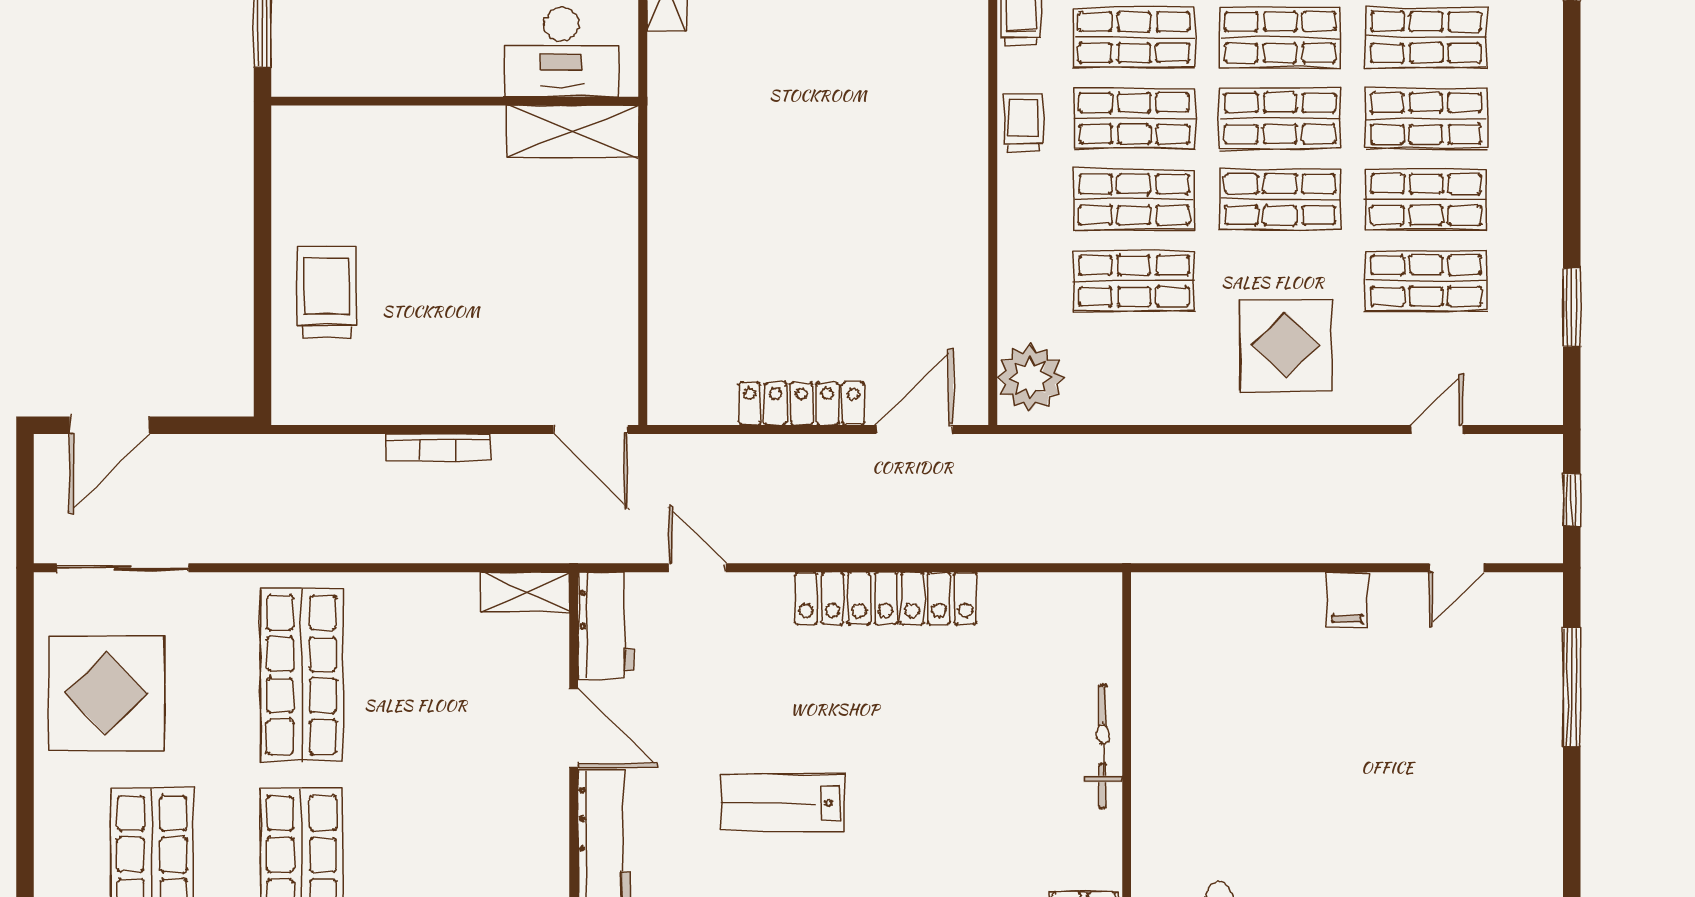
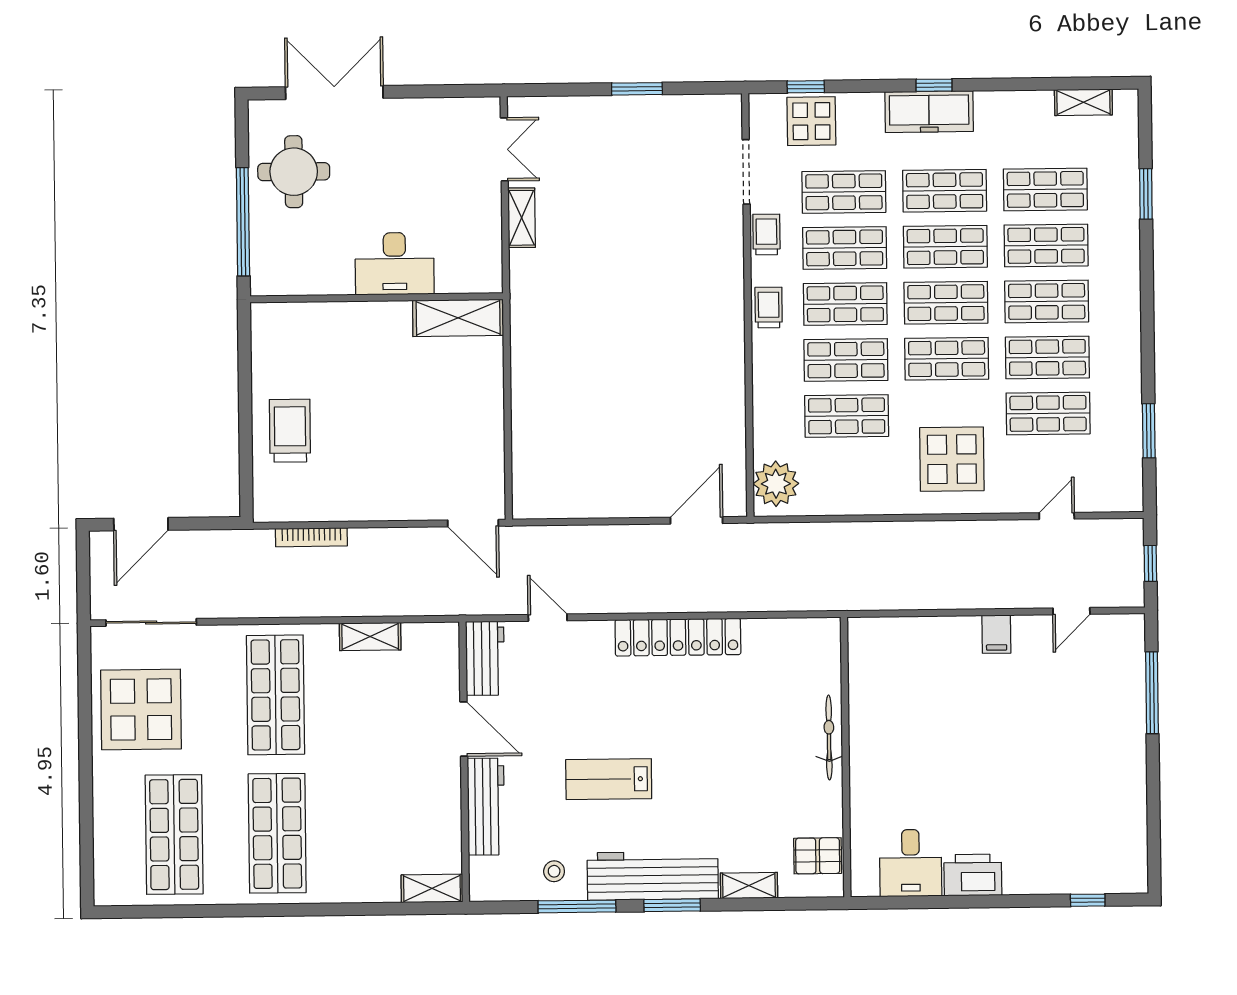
desk: (561, 52) -> (395, 264), moved
locker: (801, 404) -> (618, 504), removed
bookcase: (438, 447) -> (311, 537), moved
shelving: (525, 592) -> (370, 637), moved

